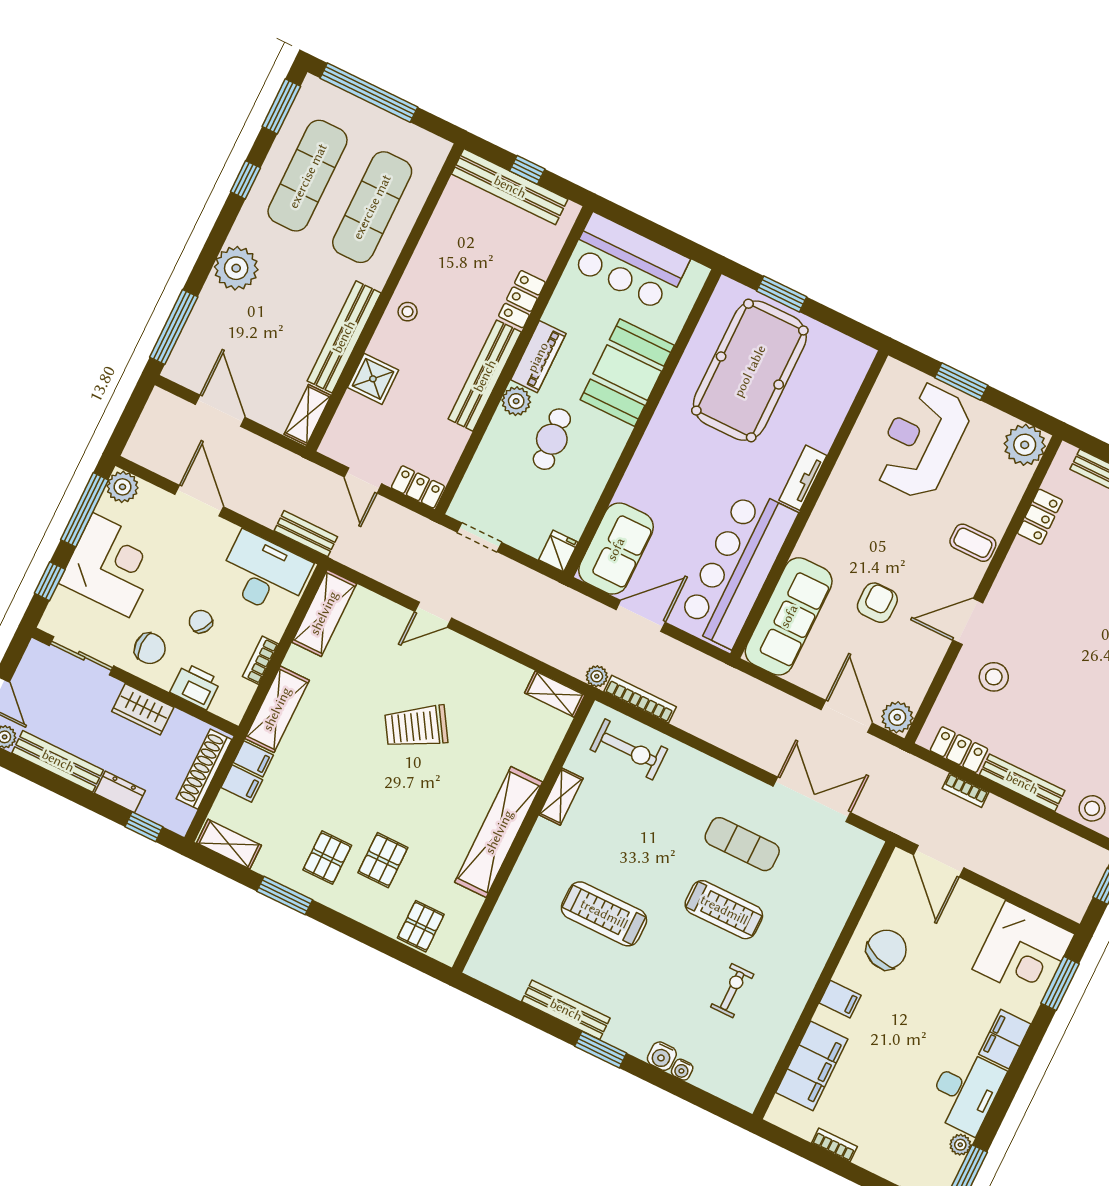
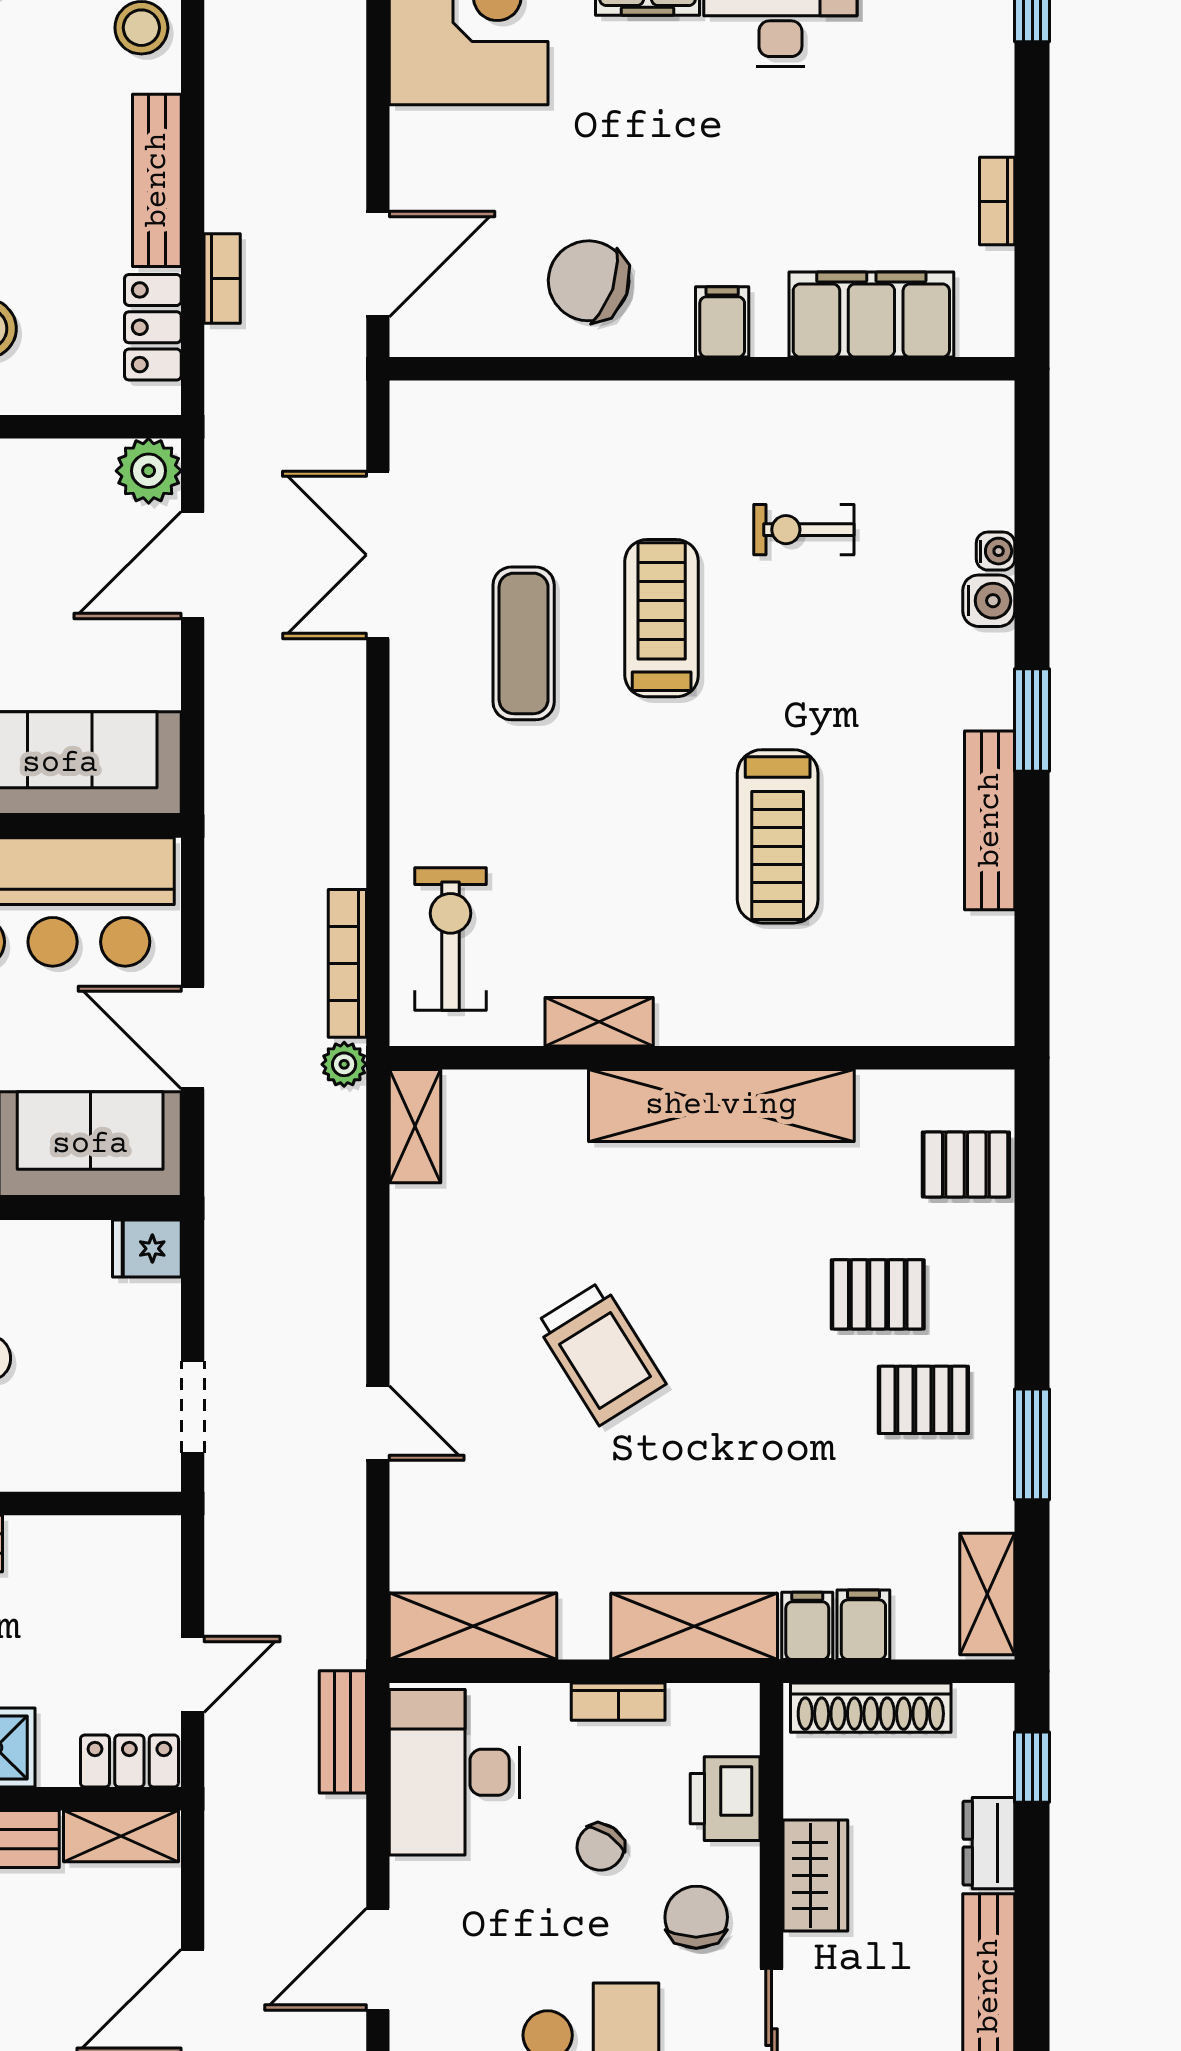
locker: (418, 487) -> (129, 1761), moved, turned 90

